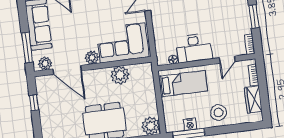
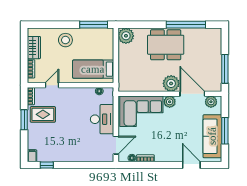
rug: (234, 25) -> (43, 114), added
window: (27, 48) -> (225, 131), moved
desk: (194, 48) -> (102, 119), moved, turned 90
plant: (120, 75) -> (171, 83), moved
window: (34, 103) -> (225, 69), width x2.17
nightstand: (190, 124) -> (92, 33), removed

